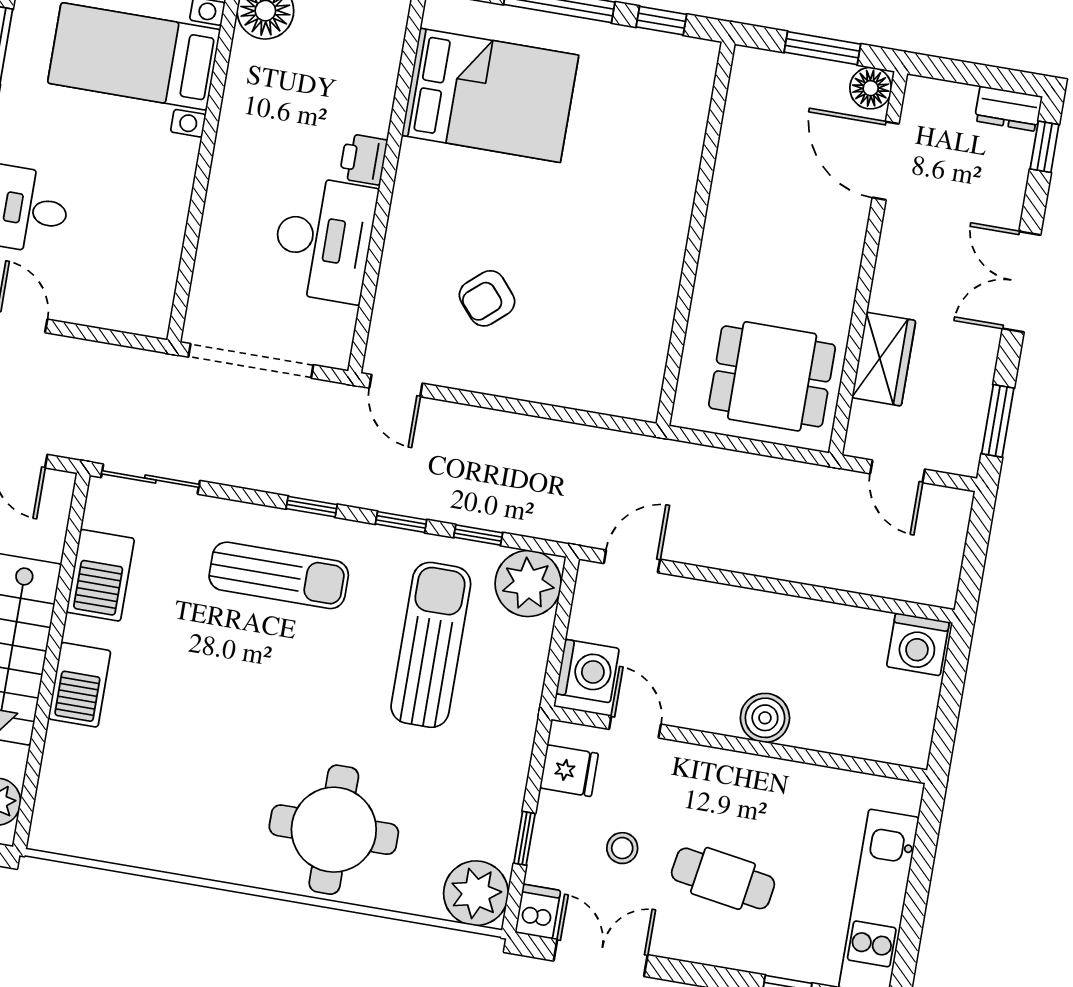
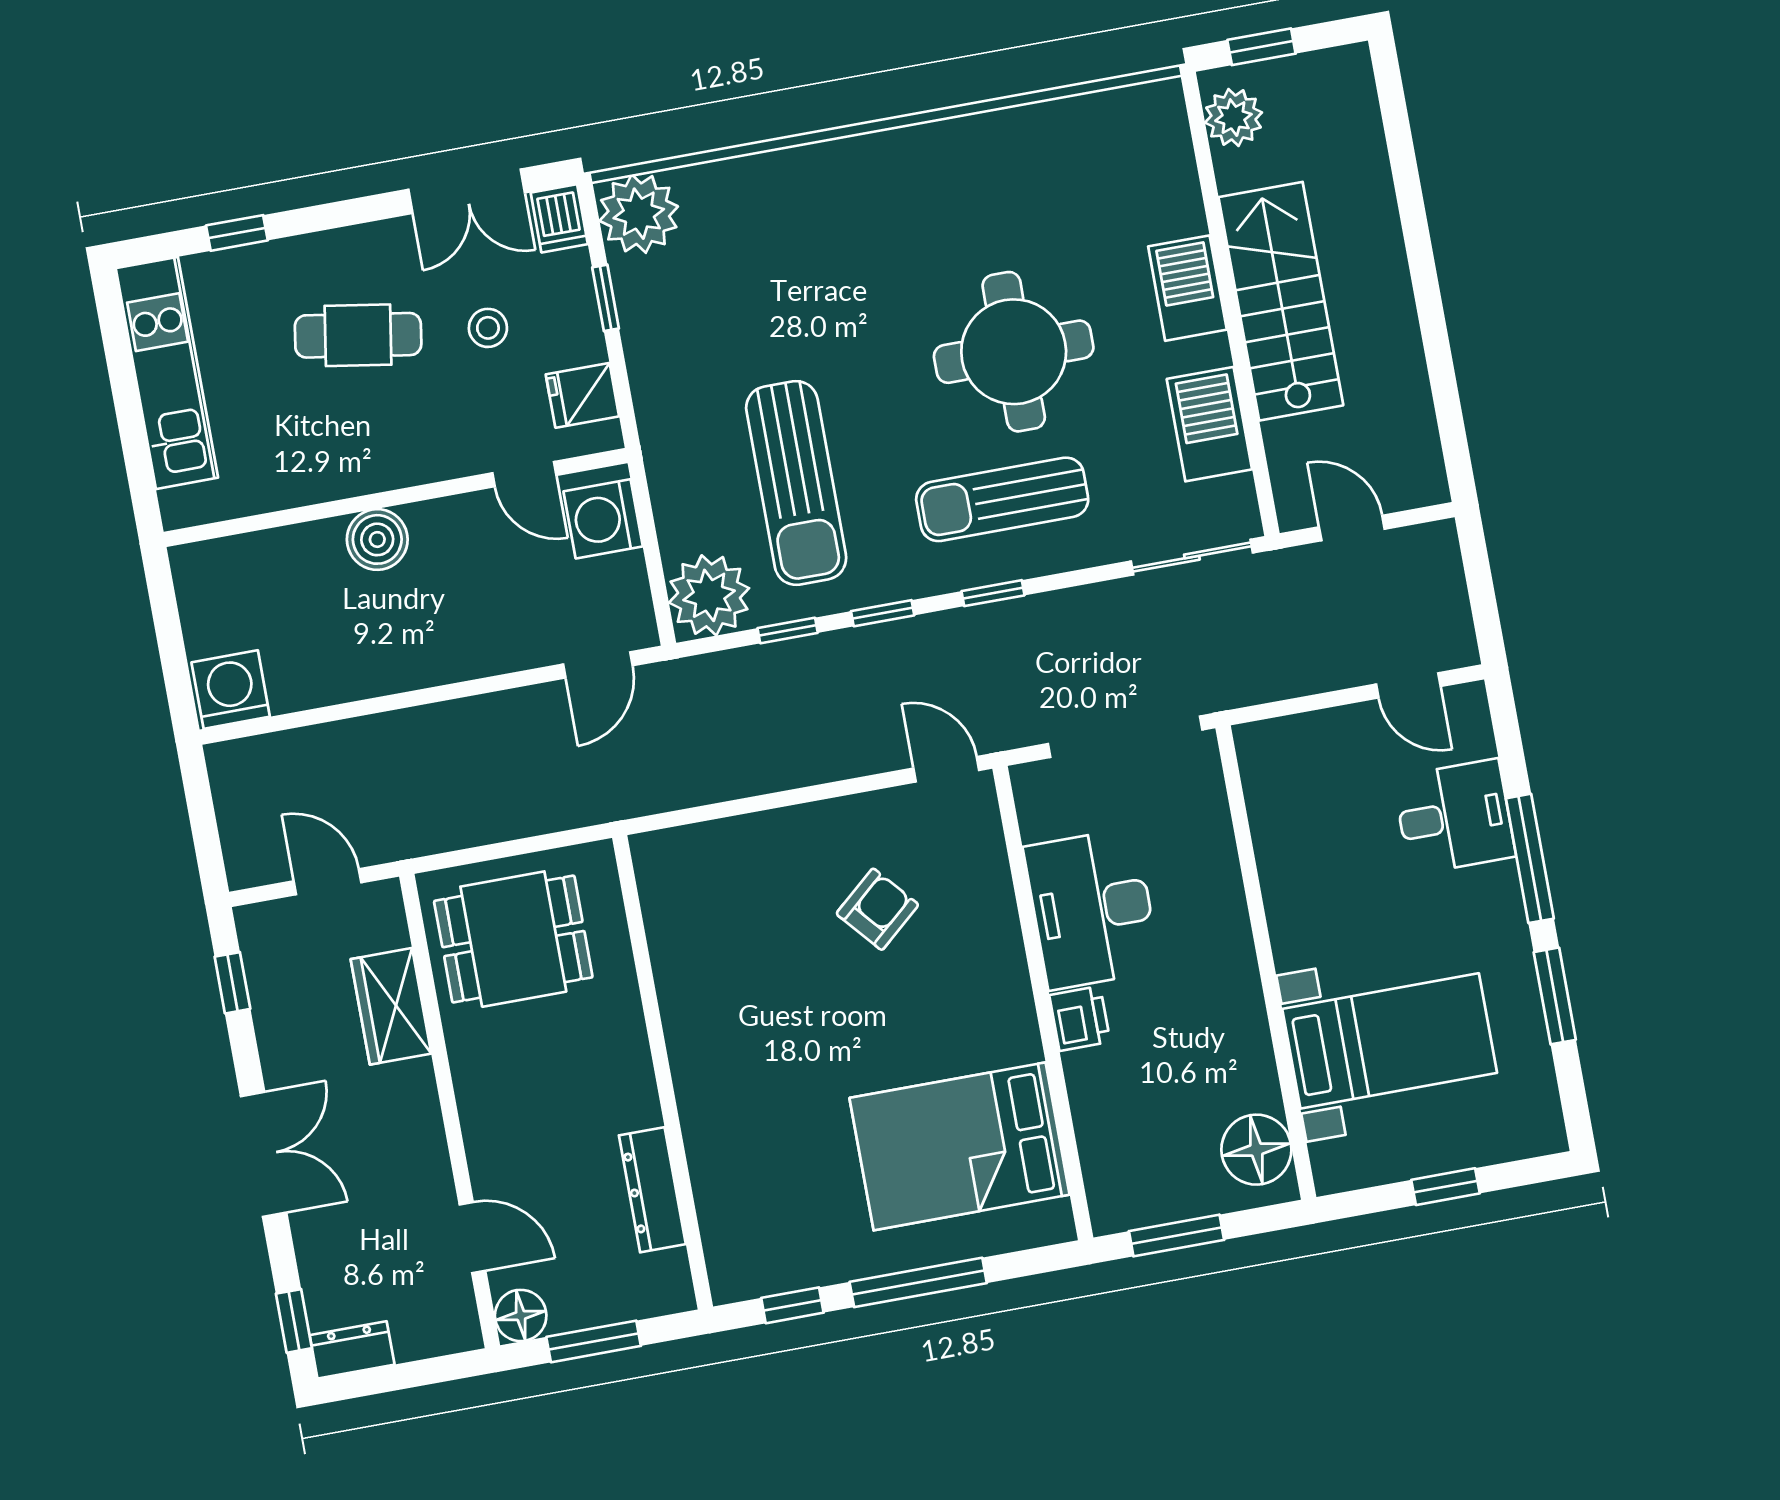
dresser: (736, 147) -> (652, 1190), added
door: (886, 161) -> (473, 1238), width x0.73
window: (998, 421) -> (232, 983), width x0.67
round table: (334, 830) -> (1014, 352), moved

